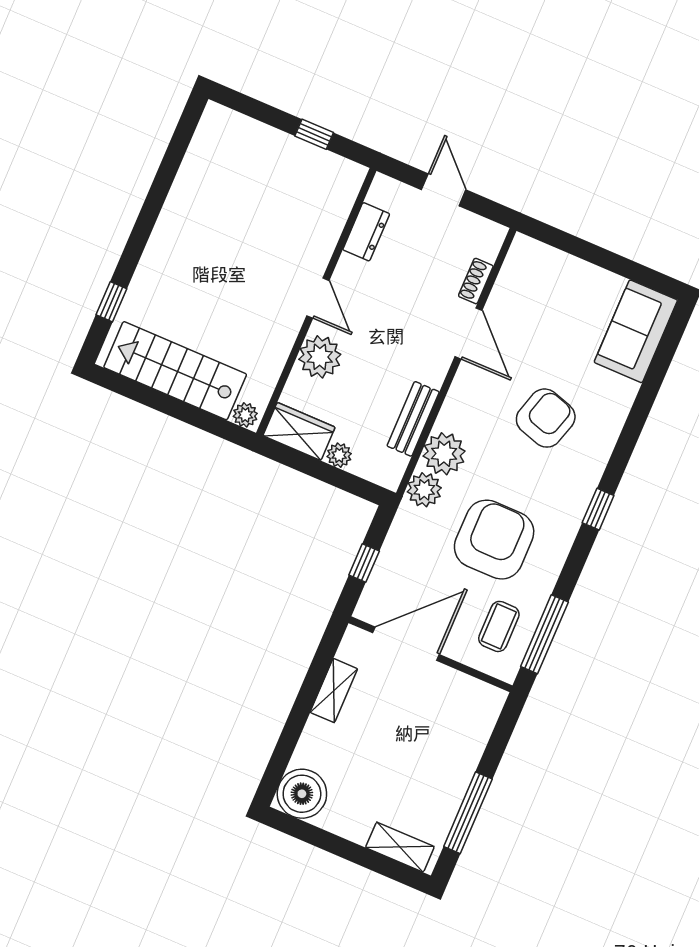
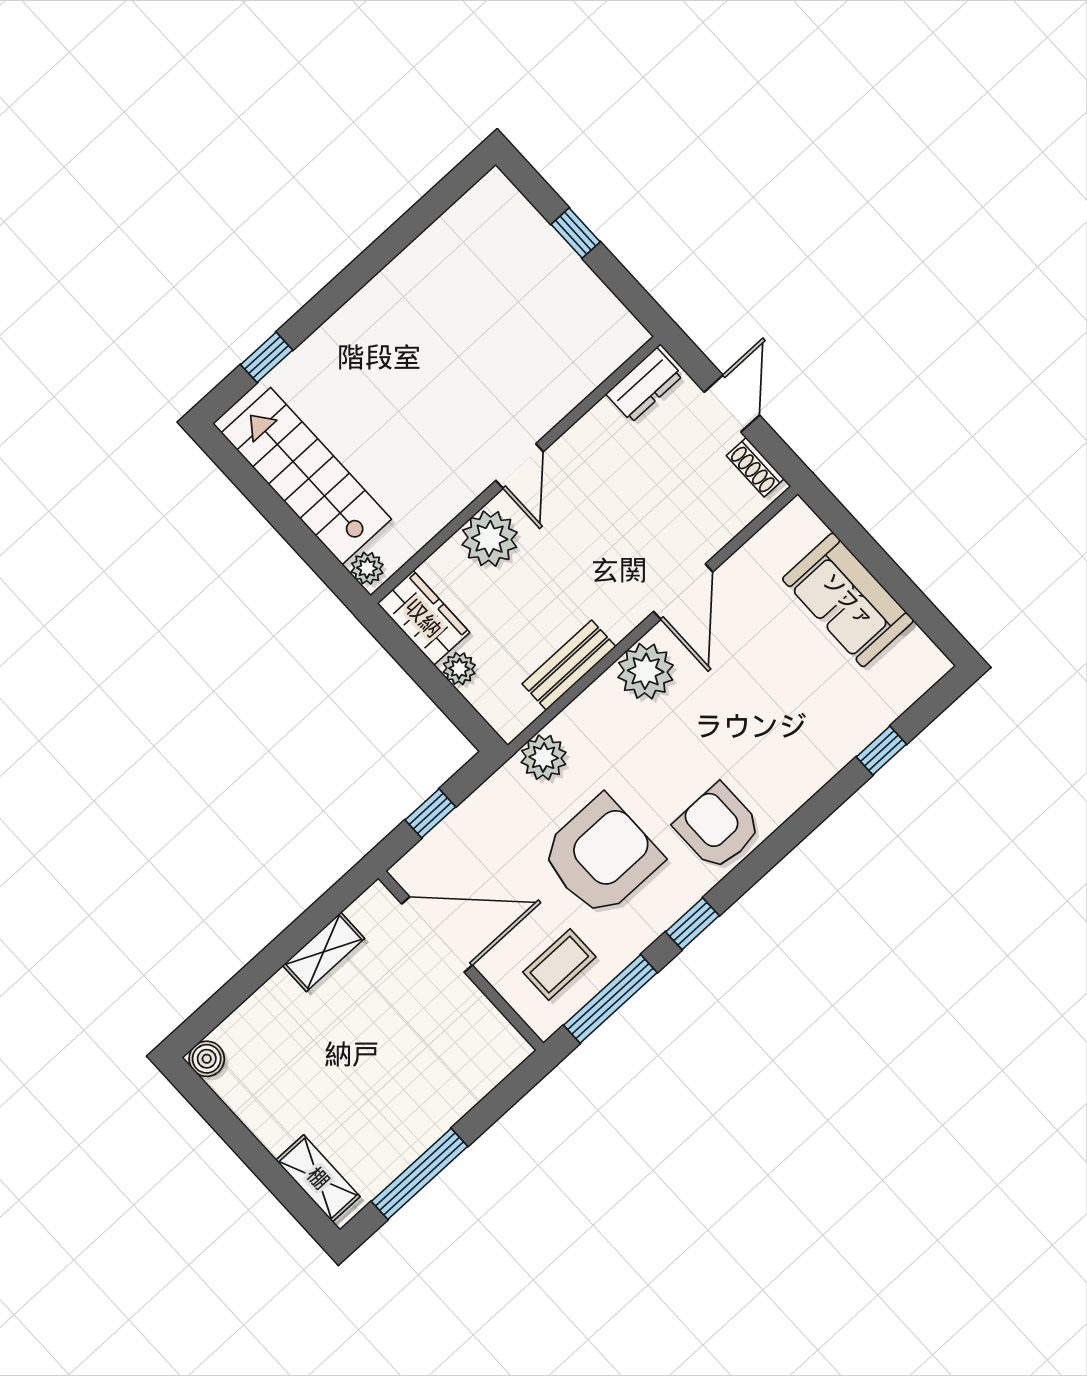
window: (314, 134) -> (576, 233), moved
dresser: (366, 232) -> (644, 385), moved
shoe rack: (476, 281) -> (755, 467), moved, turned -90
sofa: (636, 331) -> (848, 600), moved, turned -90
window: (653, 381) -> (881, 751), added
armchair: (546, 418) -> (718, 827), moved, turned -107
plant: (444, 454) -> (646, 671), moved
window: (598, 509) -> (692, 924), moved
boiler: (302, 794) -> (207, 1059), width x0.54, depth x0.54

